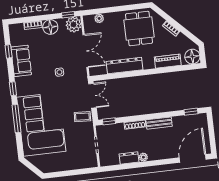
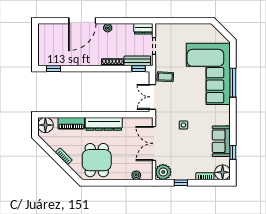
window: (68, 15) -> (181, 183), moved
floor lamp: (50, 27) -> (223, 172), moved
dresser: (124, 66) -> (104, 124), moved
window: (13, 89) -> (233, 114), removed
bench: (159, 123) -> (137, 61), moved
dresser: (129, 158) -> (143, 29), moved
door: (193, 158) -> (82, 21), moved

